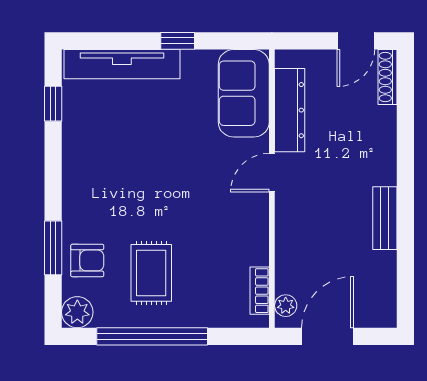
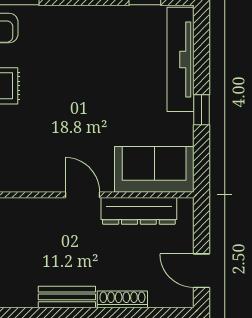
shoe rack: (388, 77) -> (122, 299), moved
bench: (385, 218) -> (67, 297), moved

